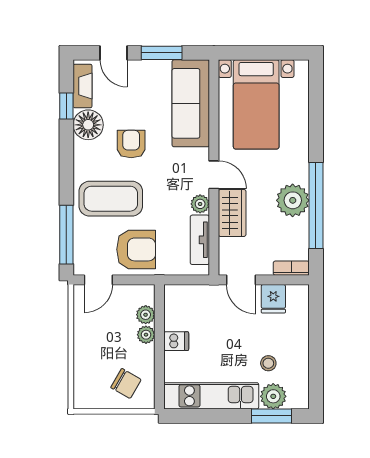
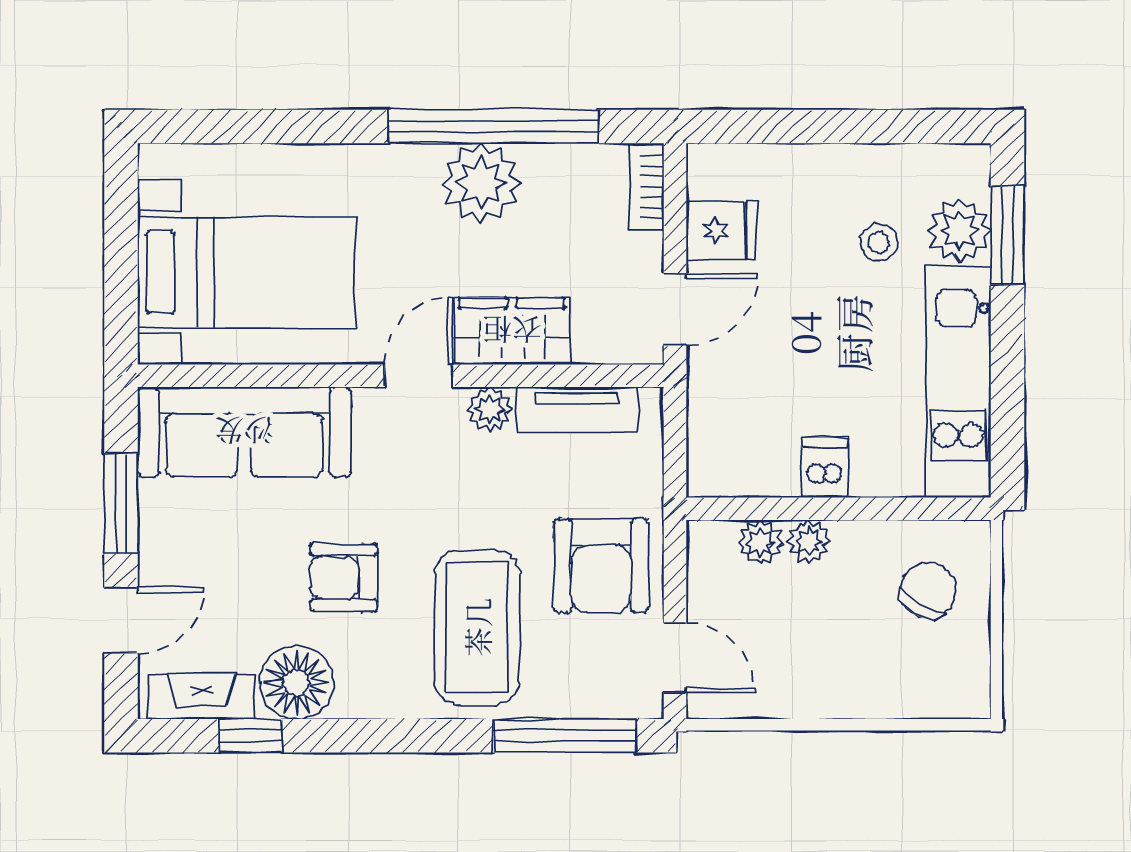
armchair: (136, 249) -> (601, 566), turned 180

